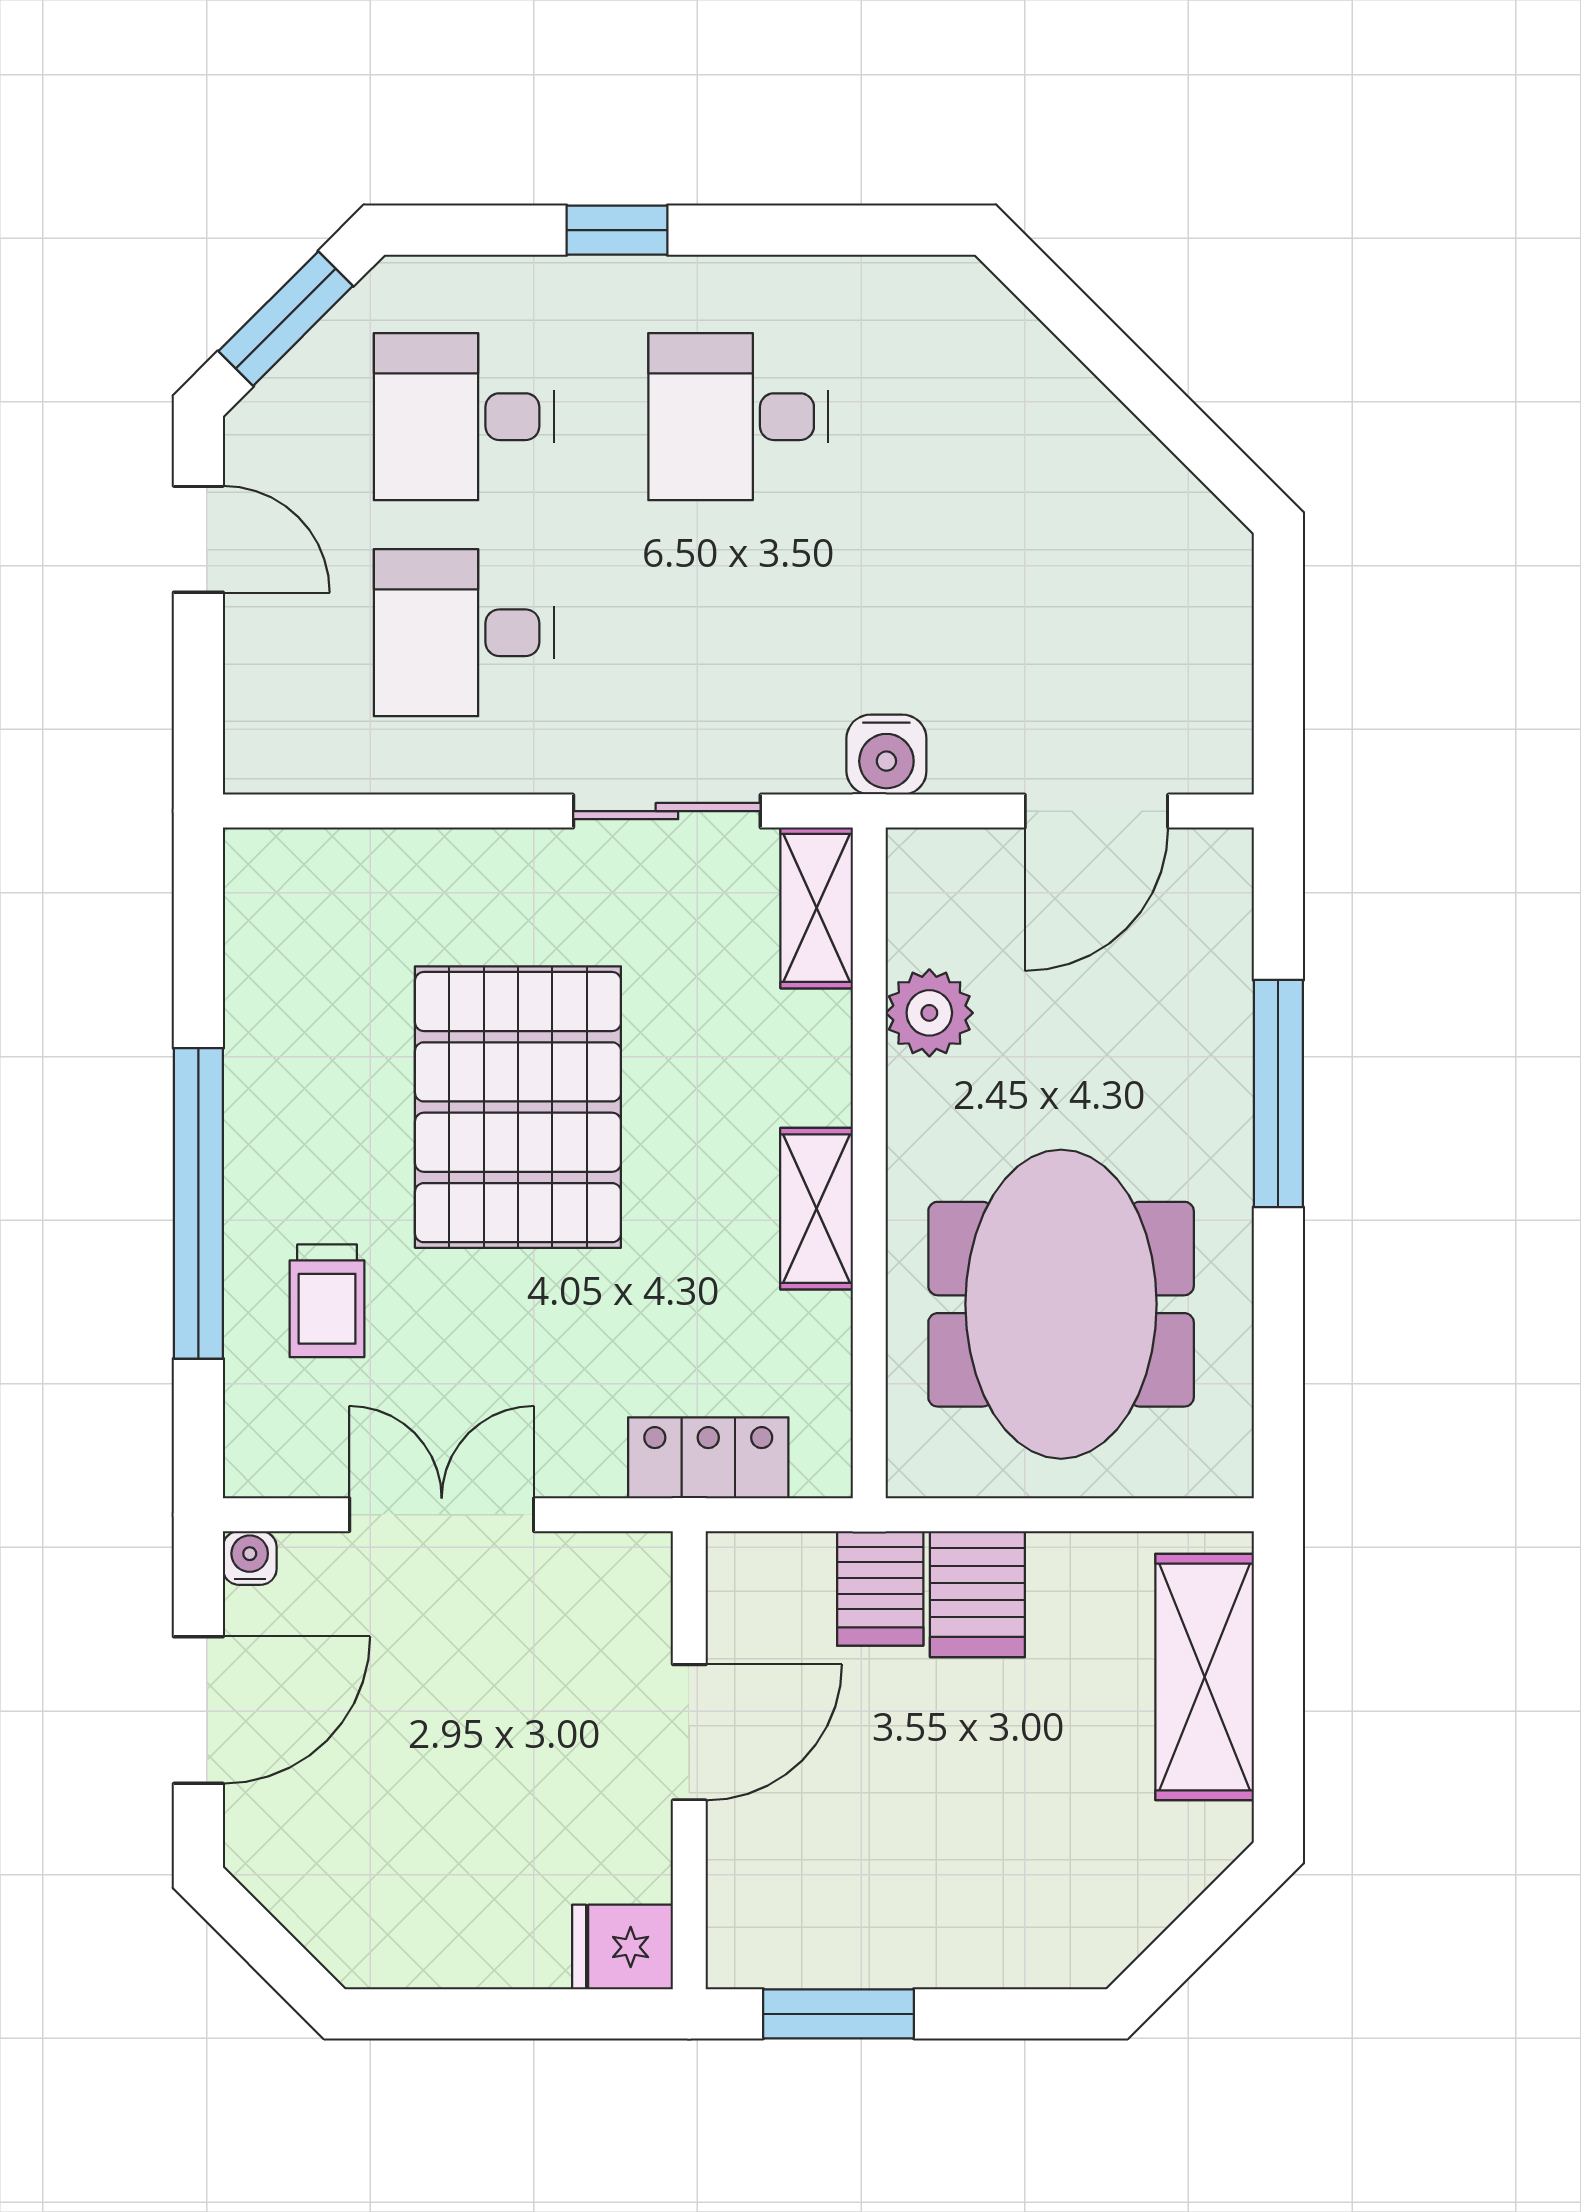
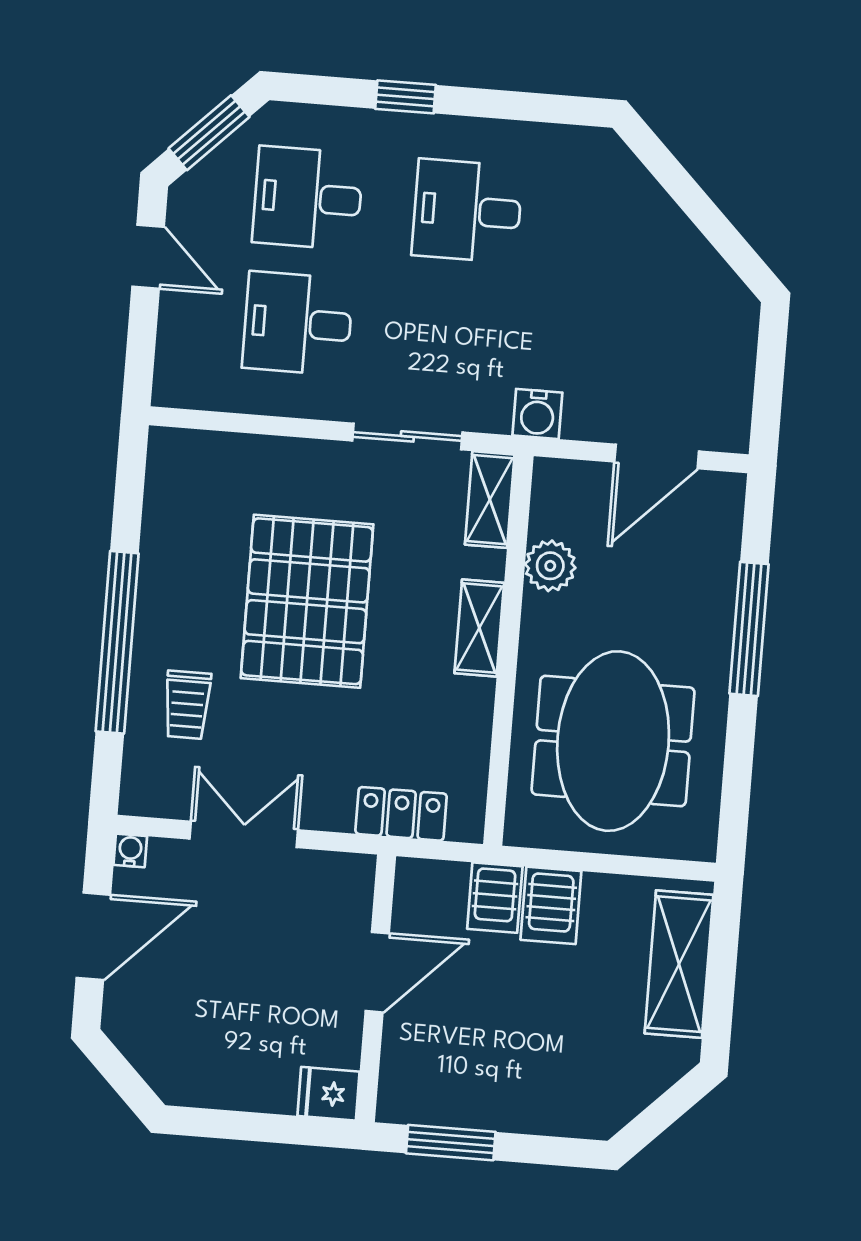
shelving: (817, 1209) -> (479, 628), moved

